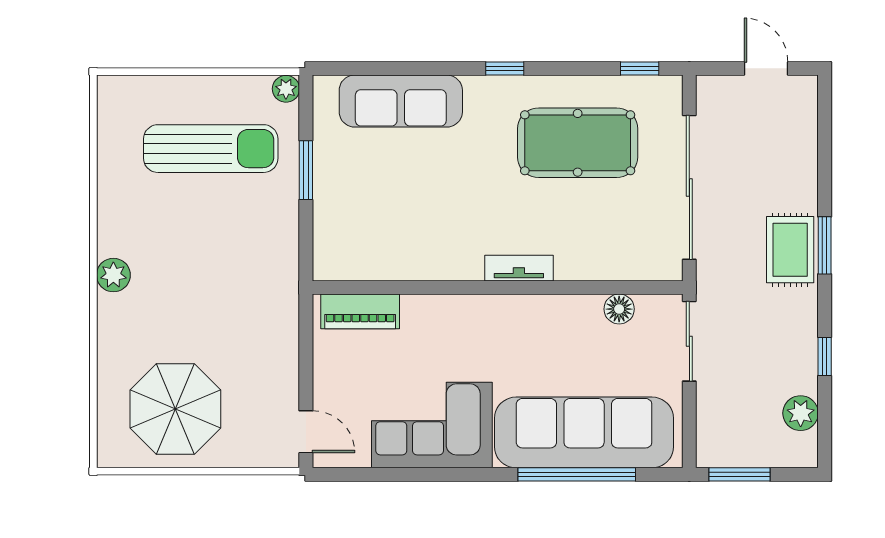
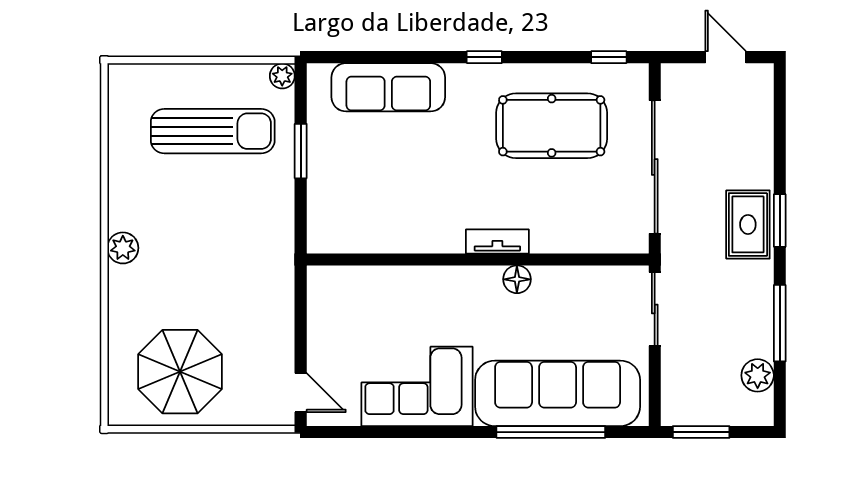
floor lamp: (619, 309) -> (517, 279), moved
piano: (360, 311) -> (351, 282), removed
window: (825, 357) -> (780, 323), width x2.17

